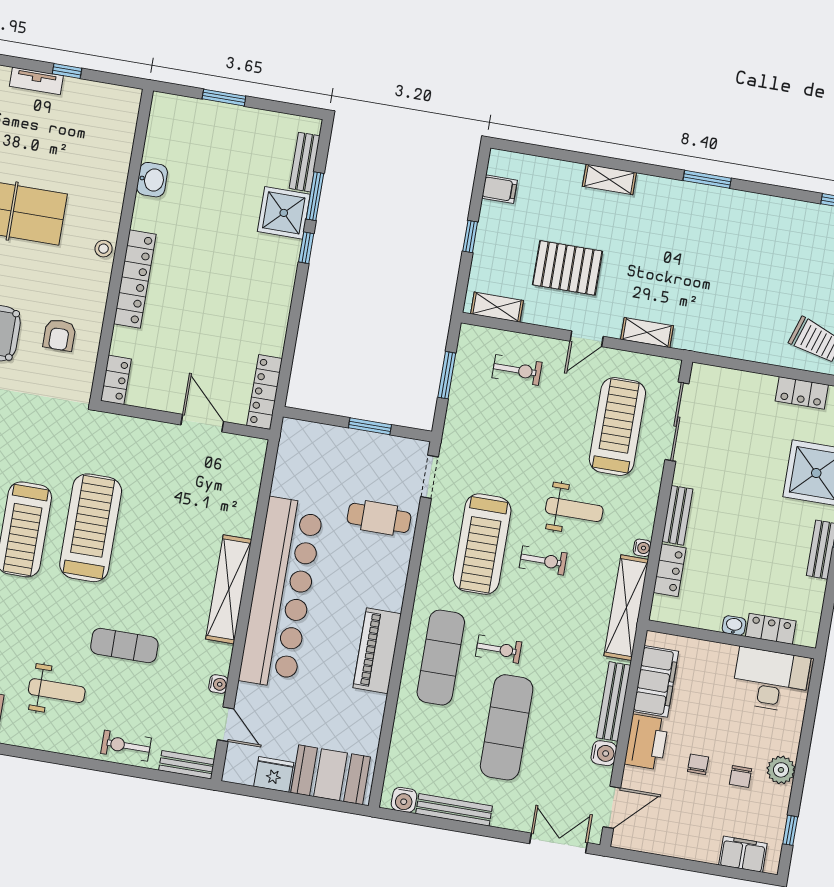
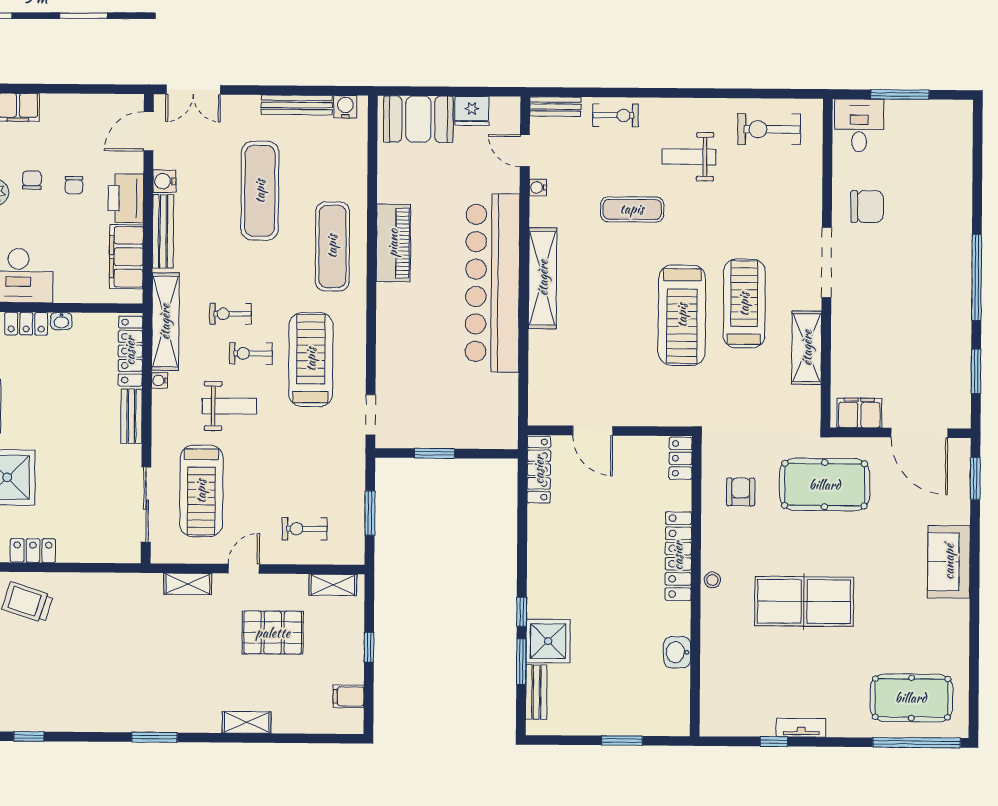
weight bench: (574, 510) -> (229, 406), turned 180
cafe table: (379, 518) -> (412, 368), removed
locker: (670, 570) -> (130, 351), width x1.53
exercise bike: (499, 649) -> (231, 314), moved

